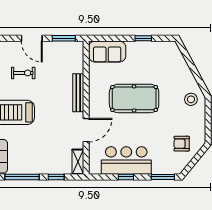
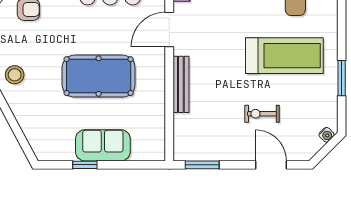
door: (32, 38) -> (271, 165), moved
sofa: (107, 52) -> (103, 145), moved

